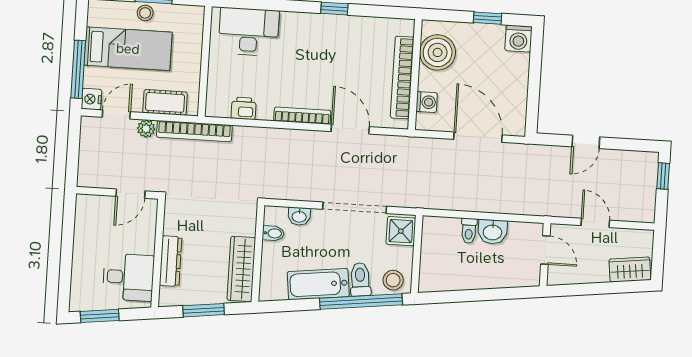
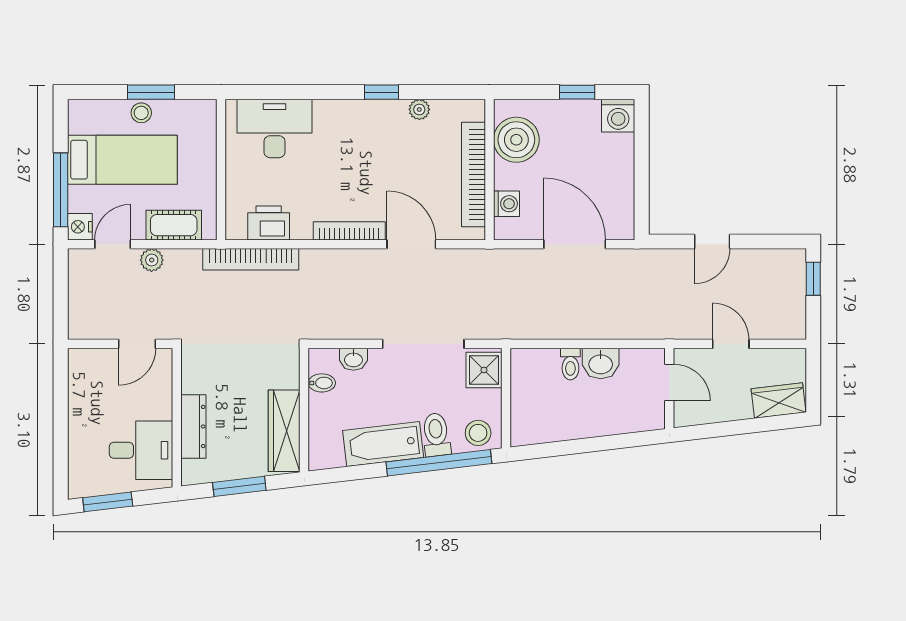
plant: (363, 24) -> (419, 109), added
printer: (244, 108) -> (269, 223), width x1.36, depth x1.24
bookcase: (194, 131) -> (251, 259), moved

